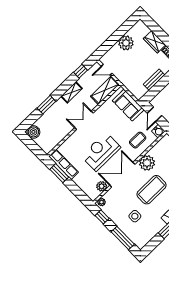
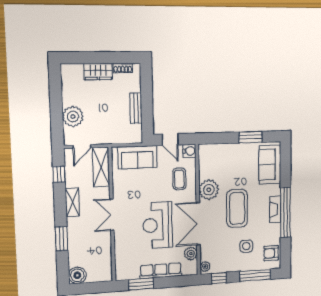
plant: (126, 43) -> (73, 117), moved
row of seats: (64, 164) -> (161, 271), moved
armchair: (144, 236) -> (271, 253), added

